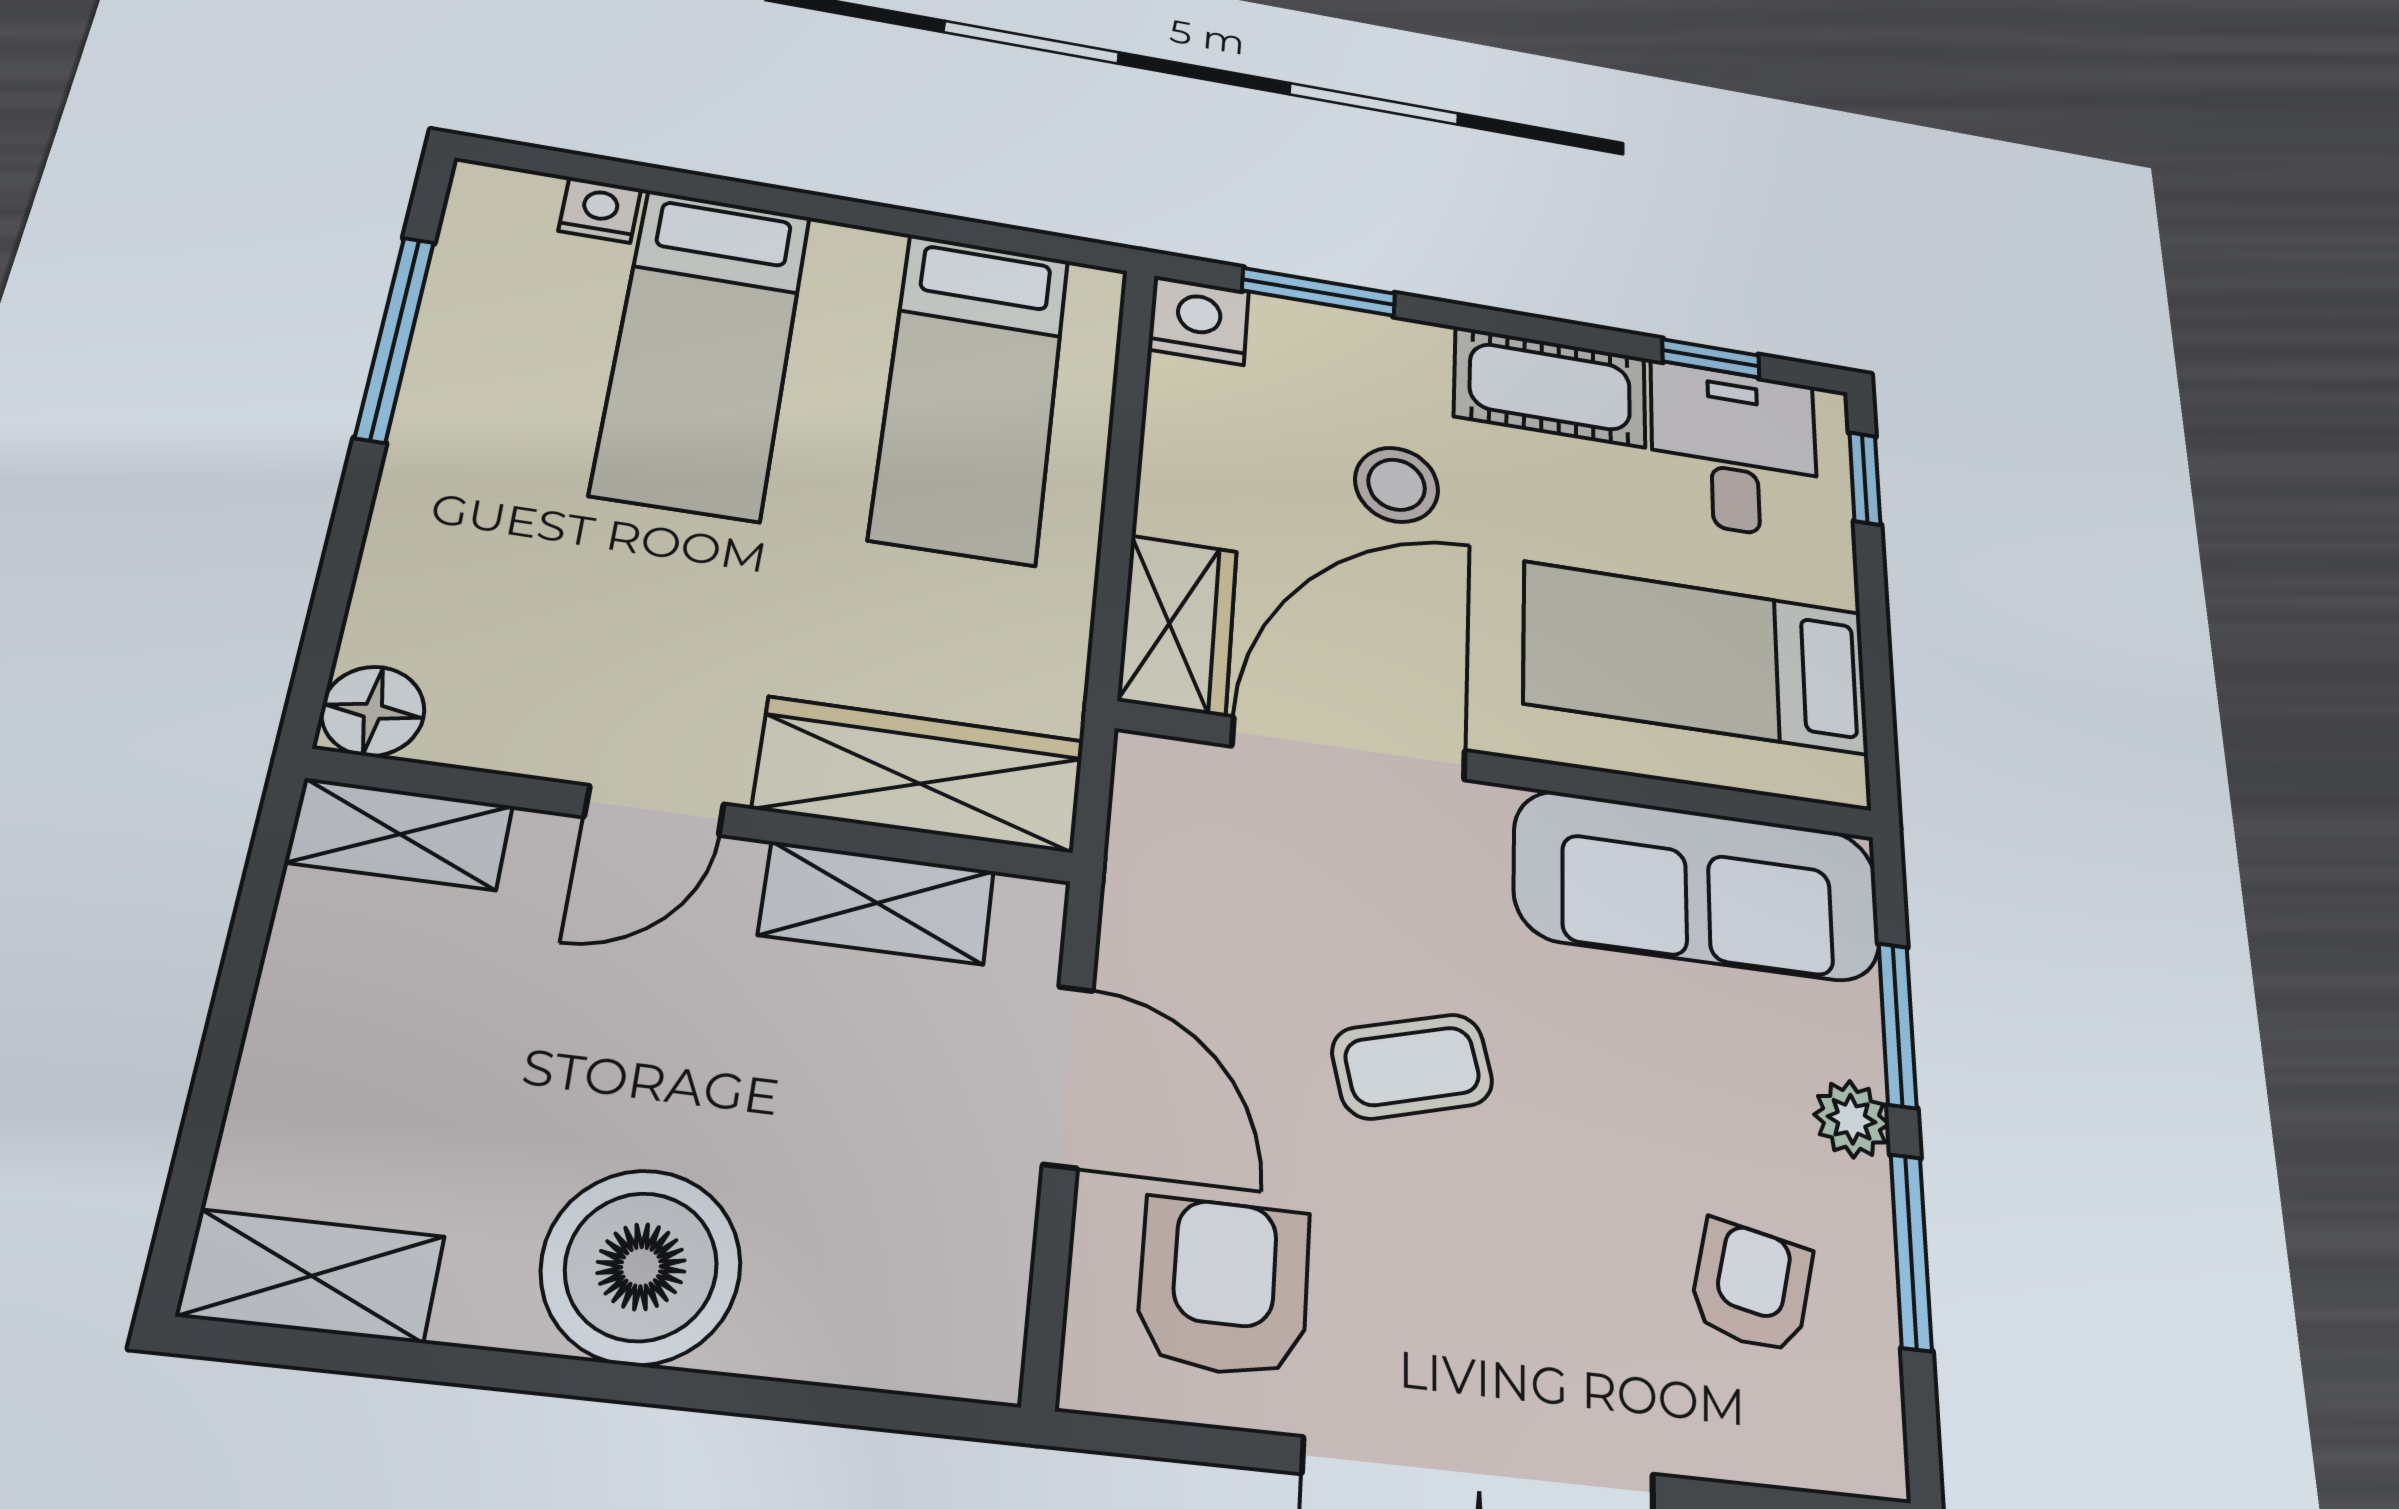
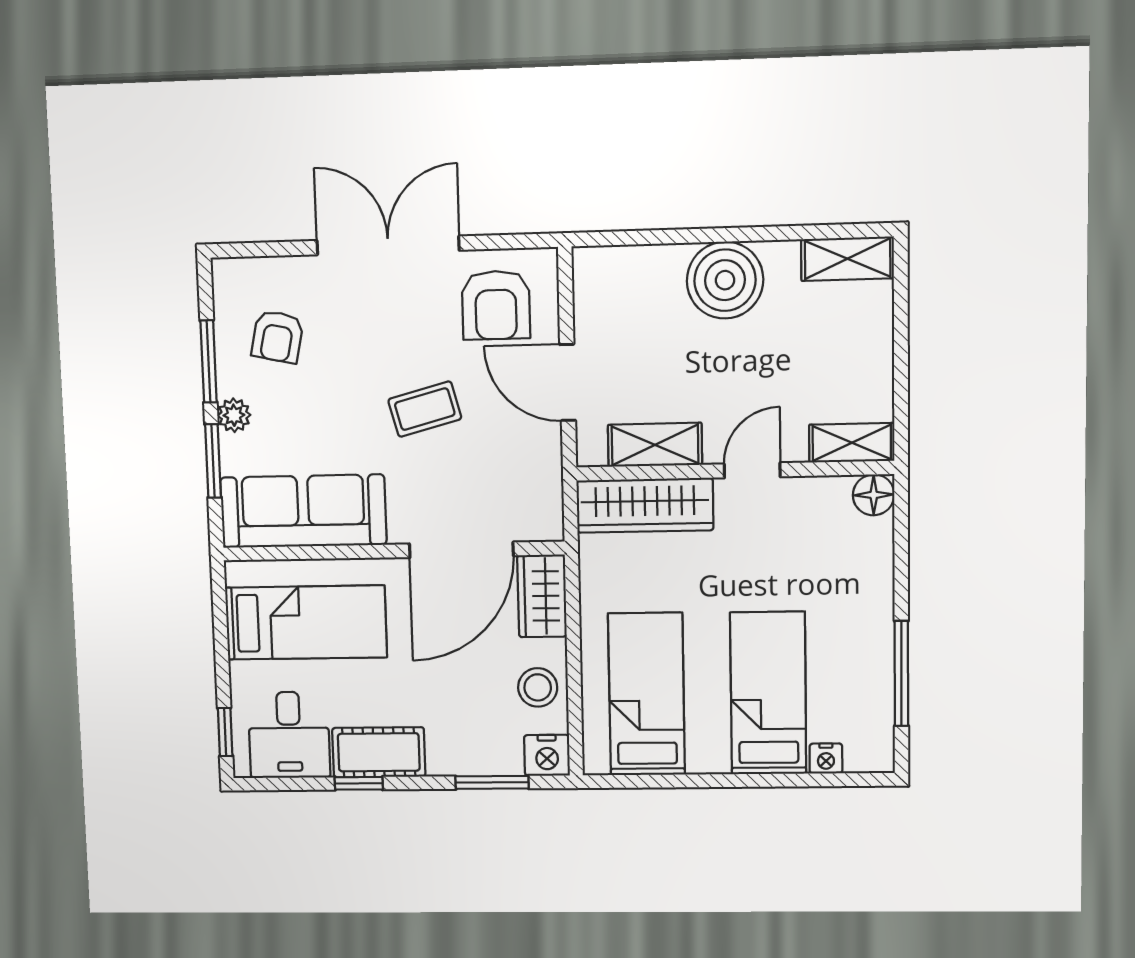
window: (1711, 358) -> (359, 783), moved
stool: (1397, 485) -> (538, 687), moved

